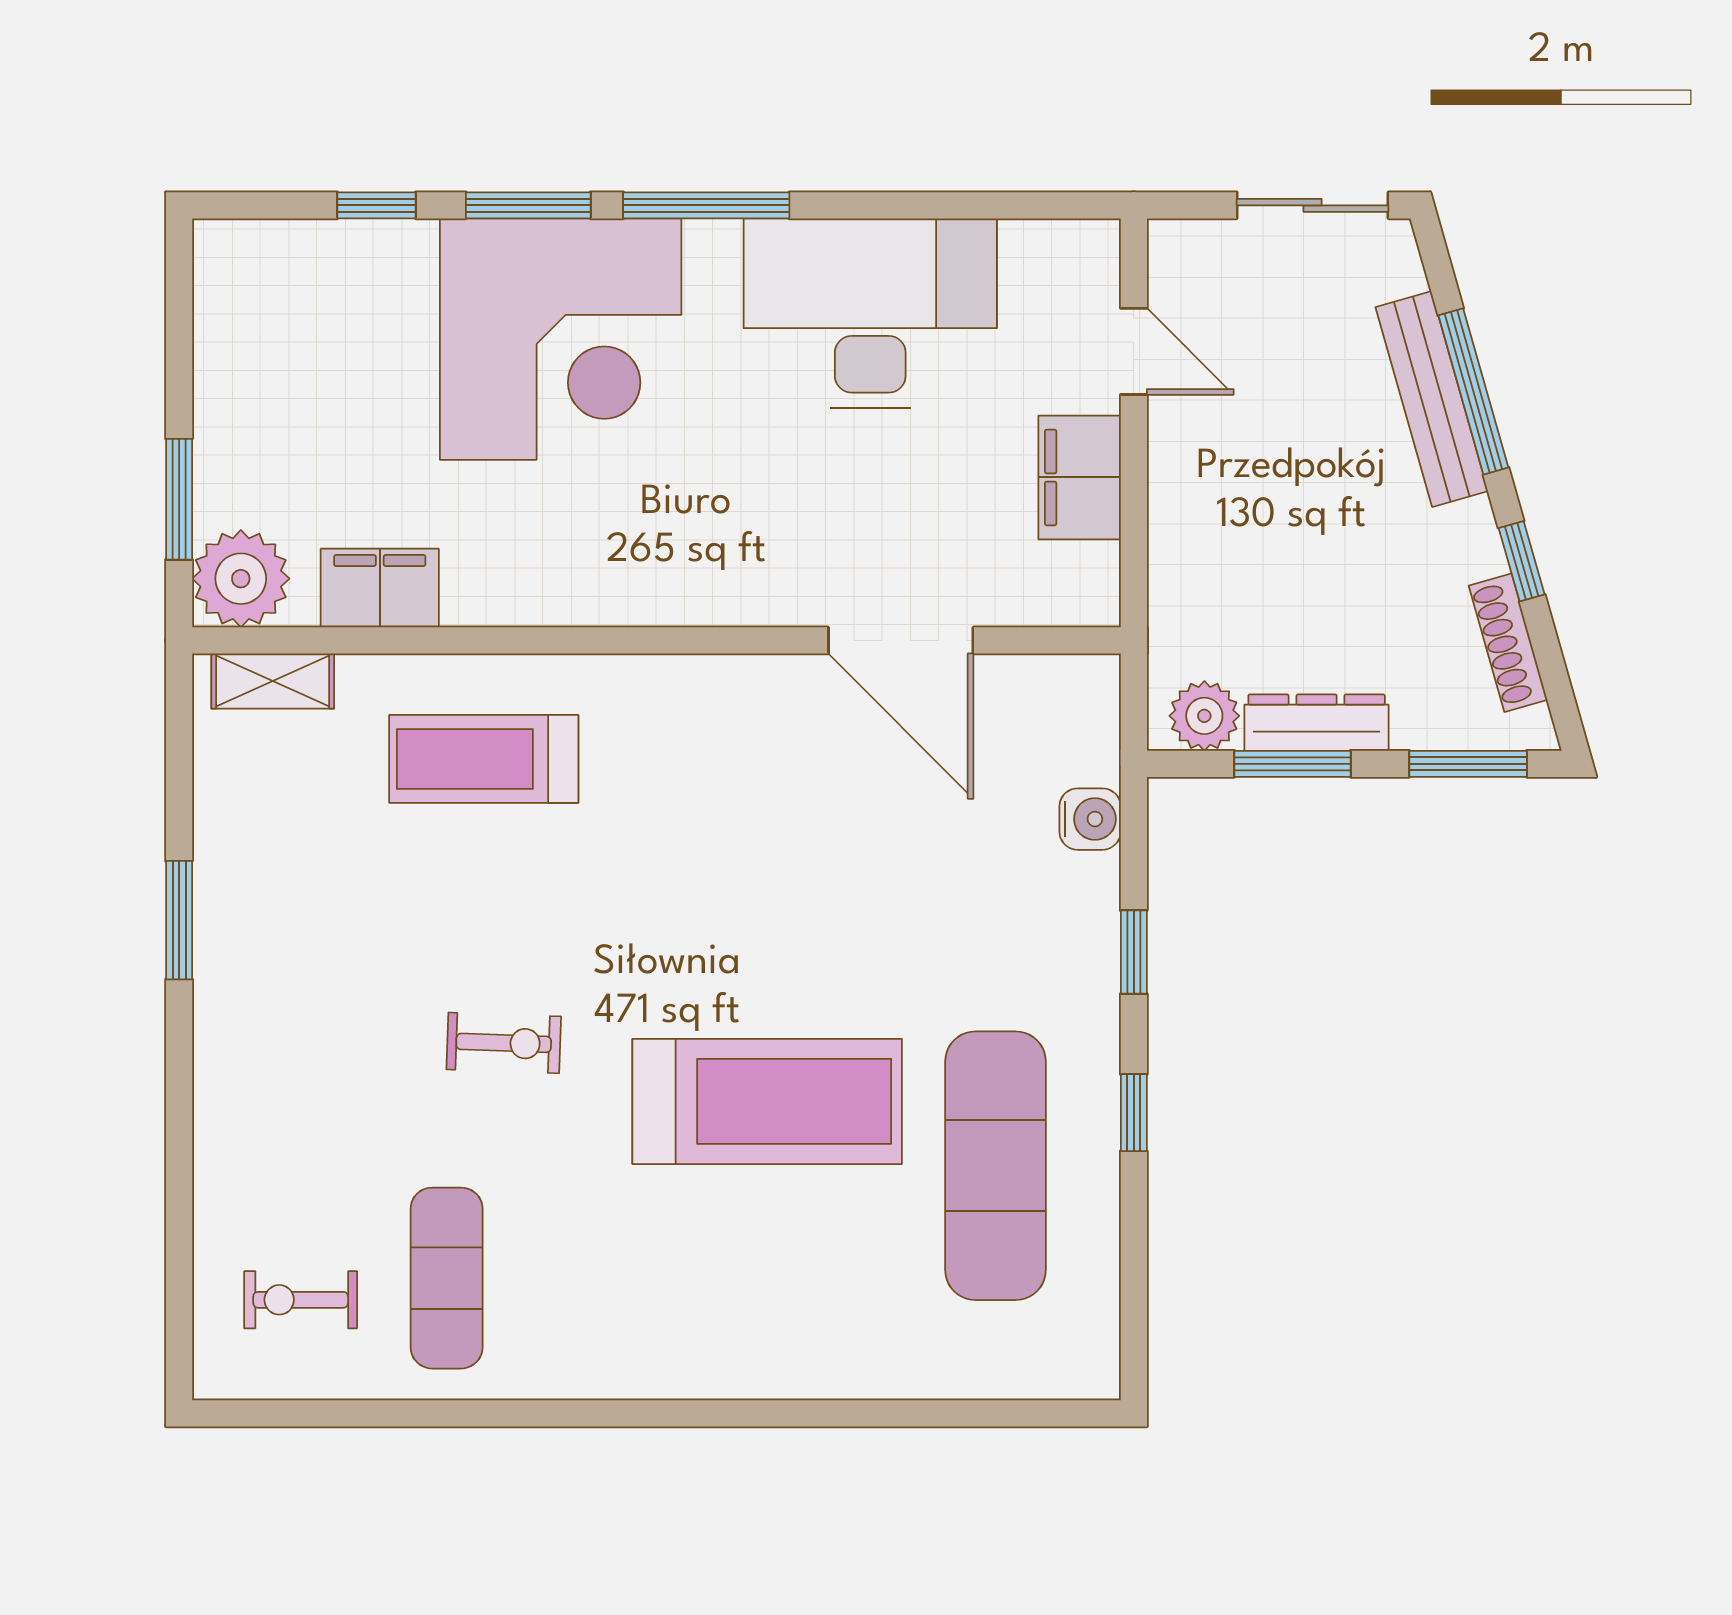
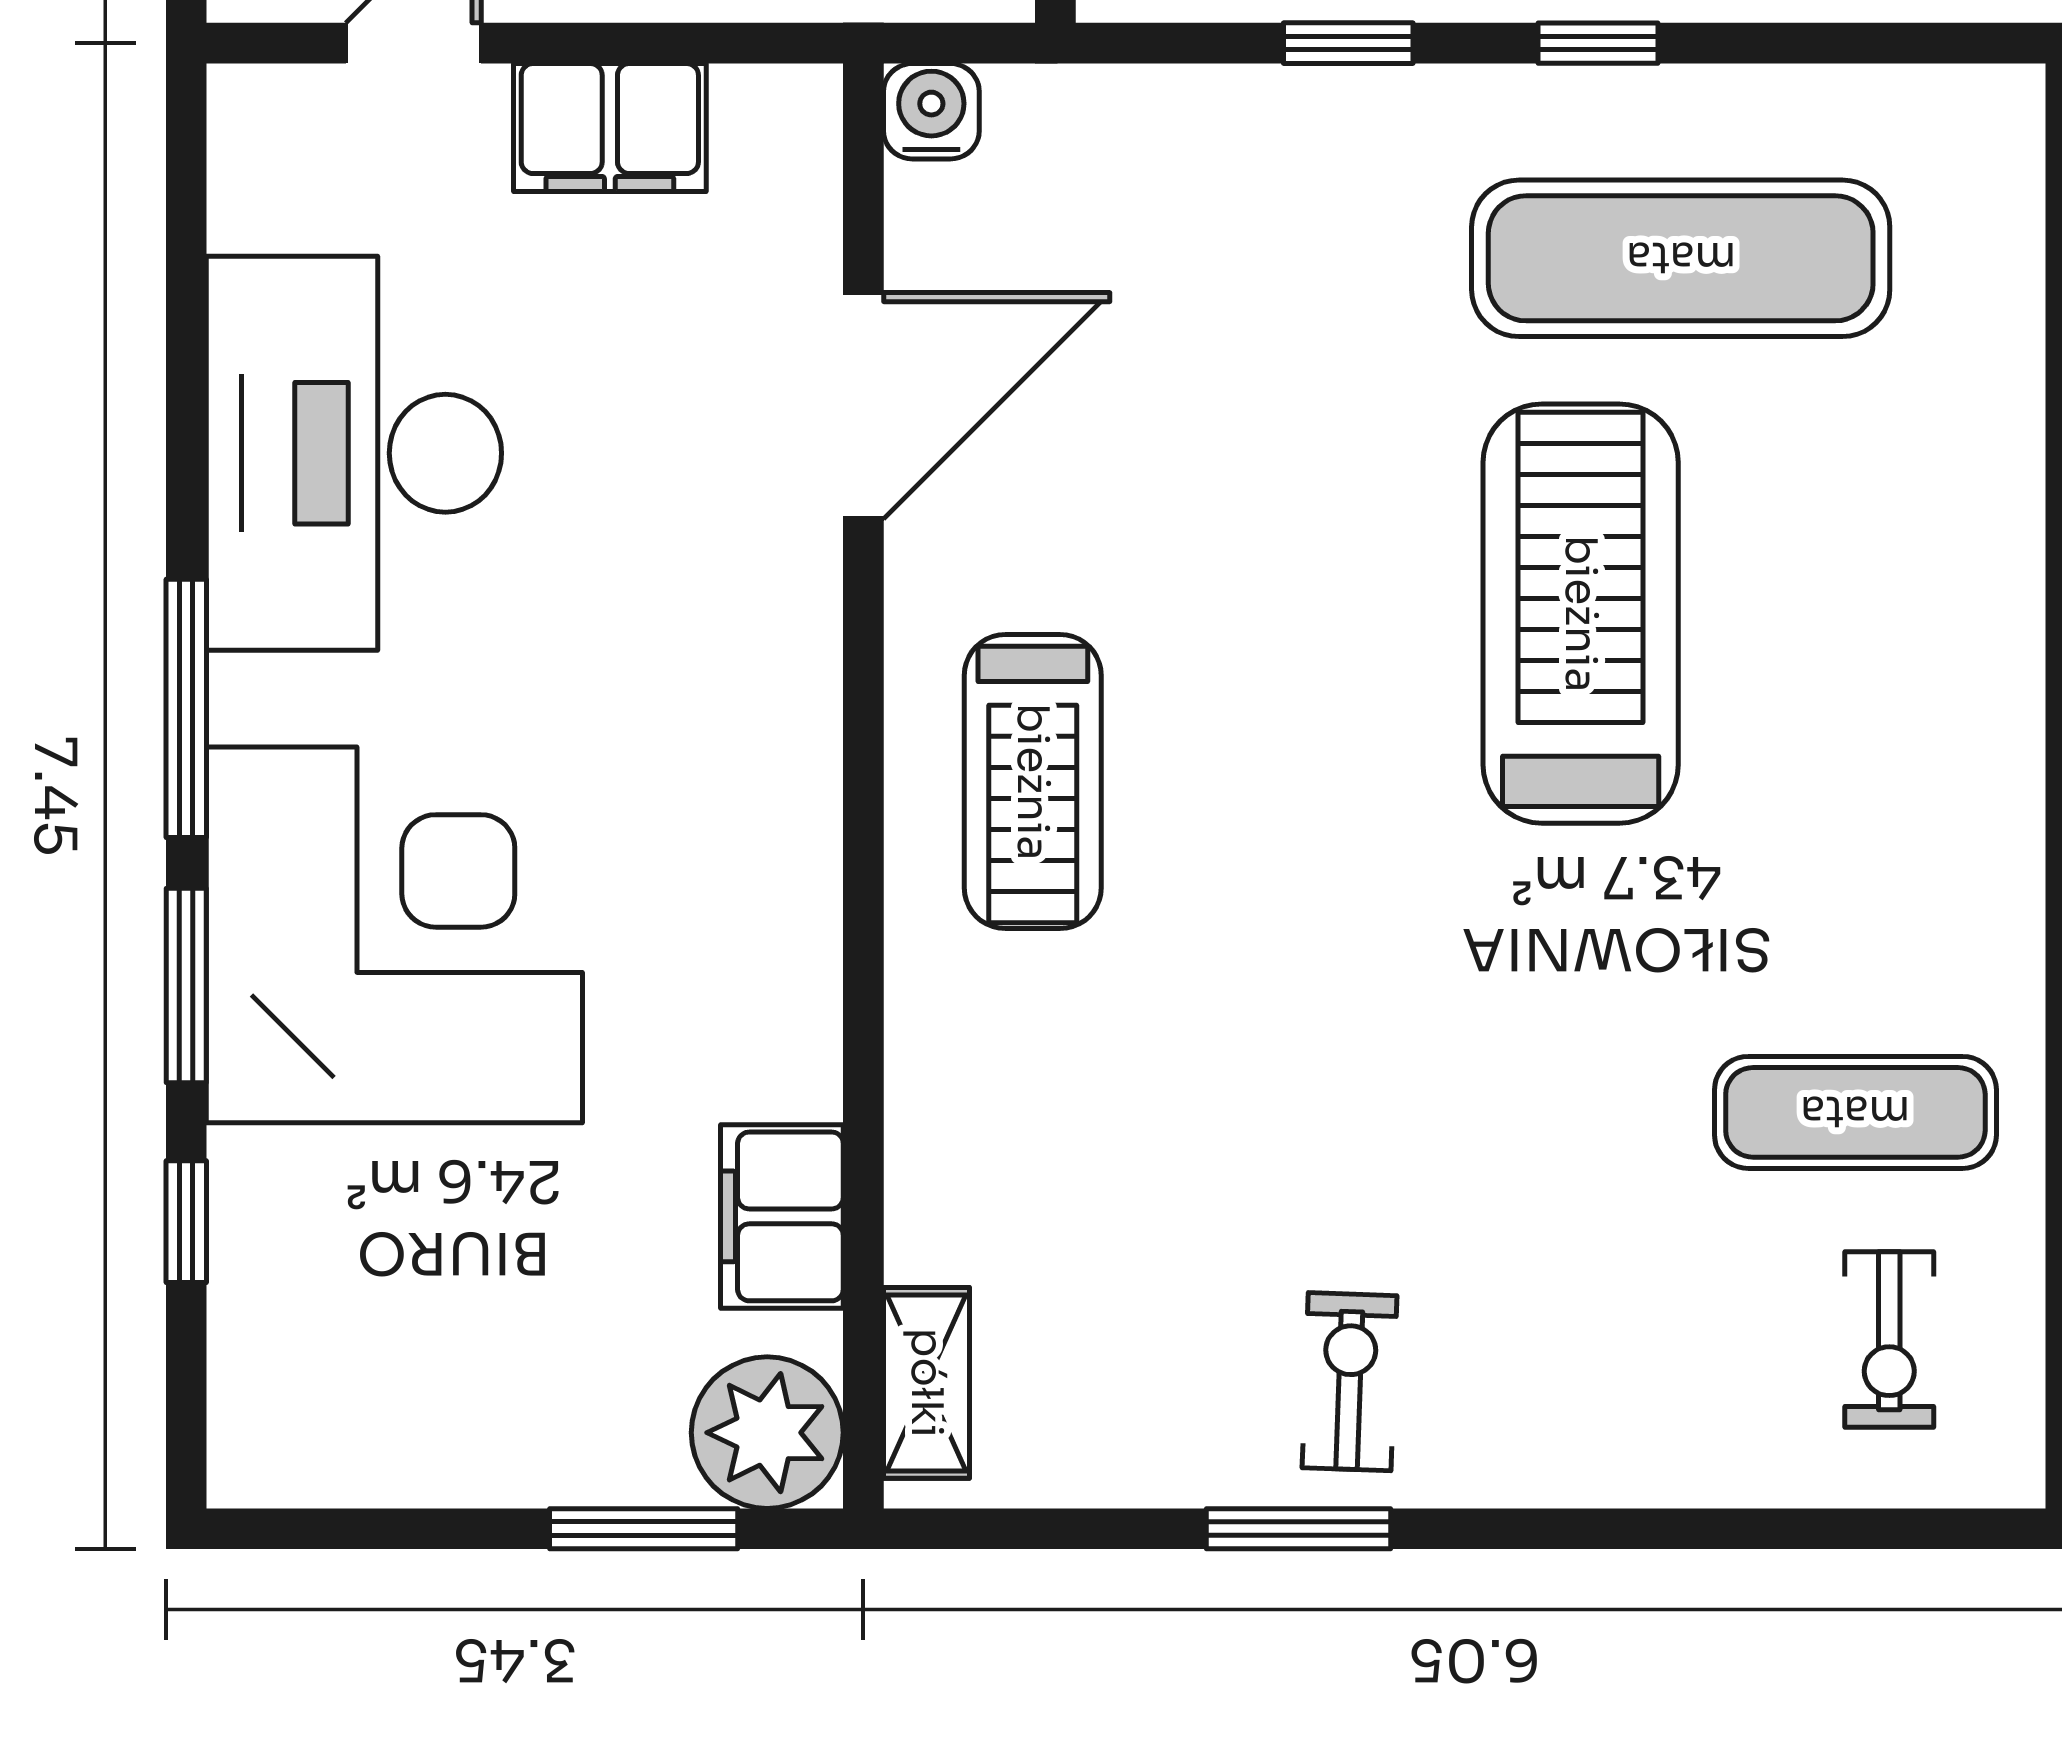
treadmill: (484, 759) -> (1033, 782), moved
water cooler: (1090, 819) -> (931, 111), moved
exercise bike: (504, 1043) -> (1350, 1382), moved

